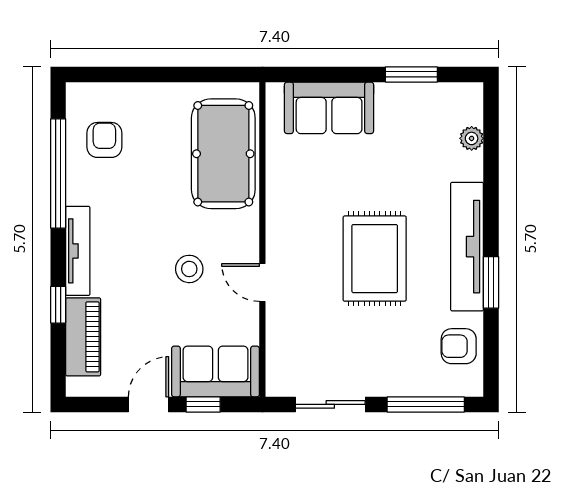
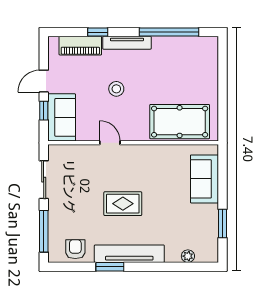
armchair: (104, 140) -> (187, 57), removed
rug: (375, 259) -> (123, 204), width x0.73, depth x0.70
stool: (189, 269) -> (116, 89), moved
door: (262, 283) -> (110, 143), hinge flipped
door: (149, 404) -> (44, 81), swing flipped

